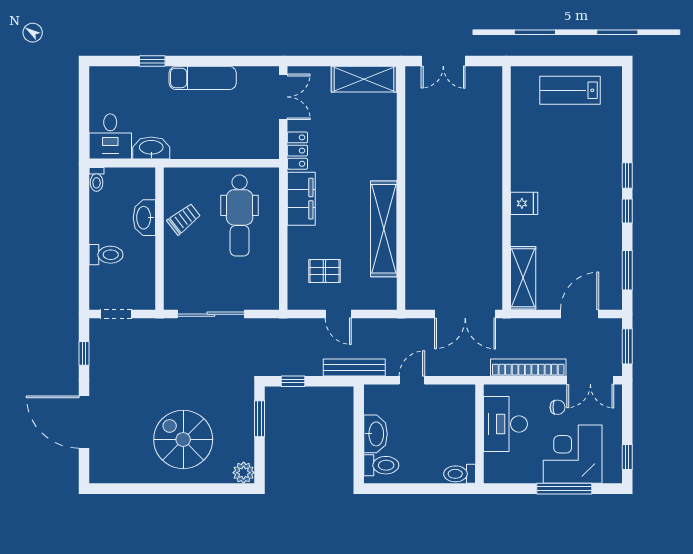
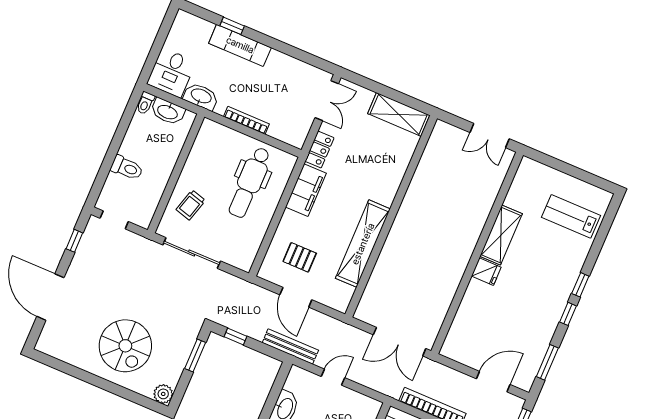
double door: (443, 61) -> (490, 136), moved
exam couch: (203, 78) -> (240, 45), moved
lab bench: (570, 90) -> (571, 216), moved
bookcase: (209, 153) -> (246, 120), added
washbasin: (144, 218) -> (168, 112), moved, turned -90
trolley: (184, 219) -> (191, 205), moved, turned 144
shelving: (523, 278) -> (501, 235), moved
door: (338, 314) -> (296, 297), width x1.38
spiral stairs: (183, 439) -> (125, 346), turned 180

